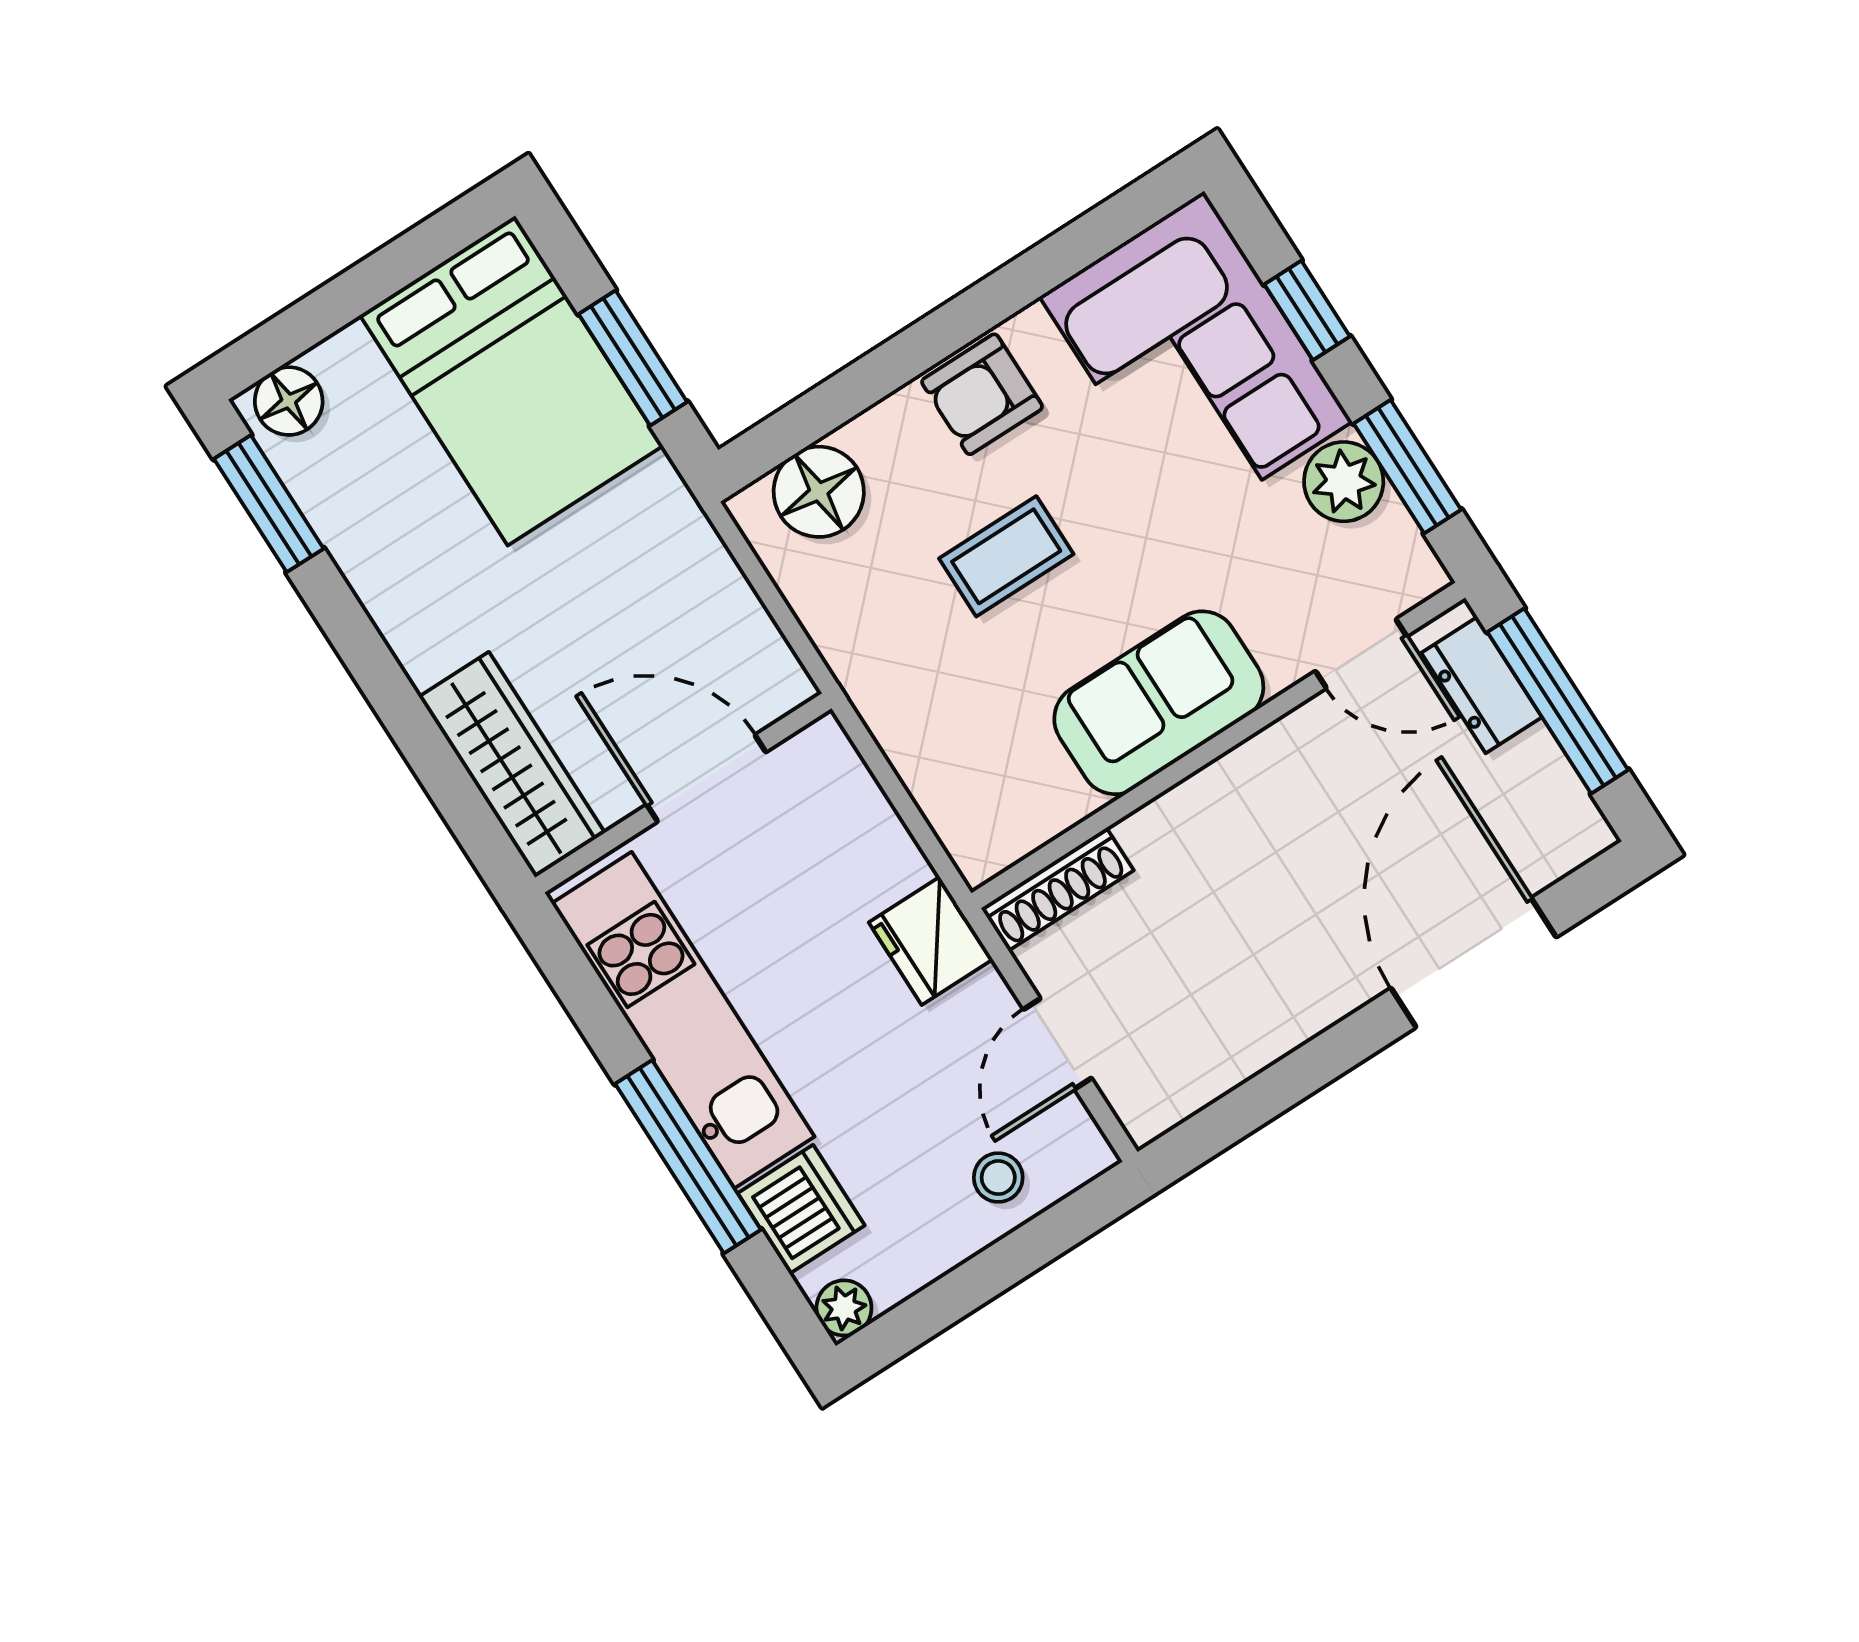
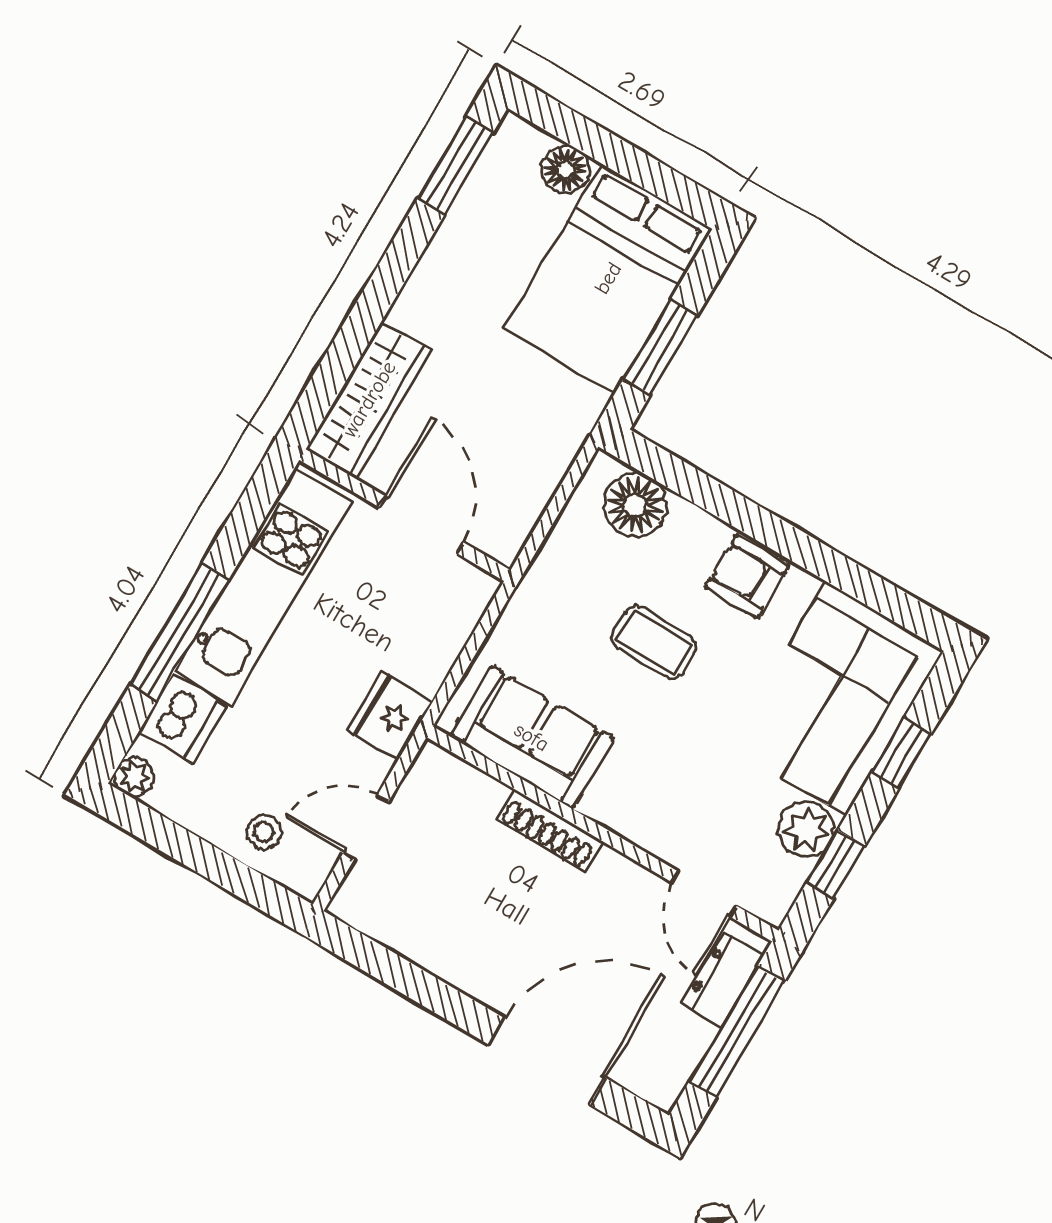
floor lamp: (289, 401) -> (565, 170), moved
window: (1407, 467) -> (836, 864), width x0.67
sofa: (1159, 703) -> (532, 737), moved
shoe rack: (1057, 889) -> (549, 830), moved

